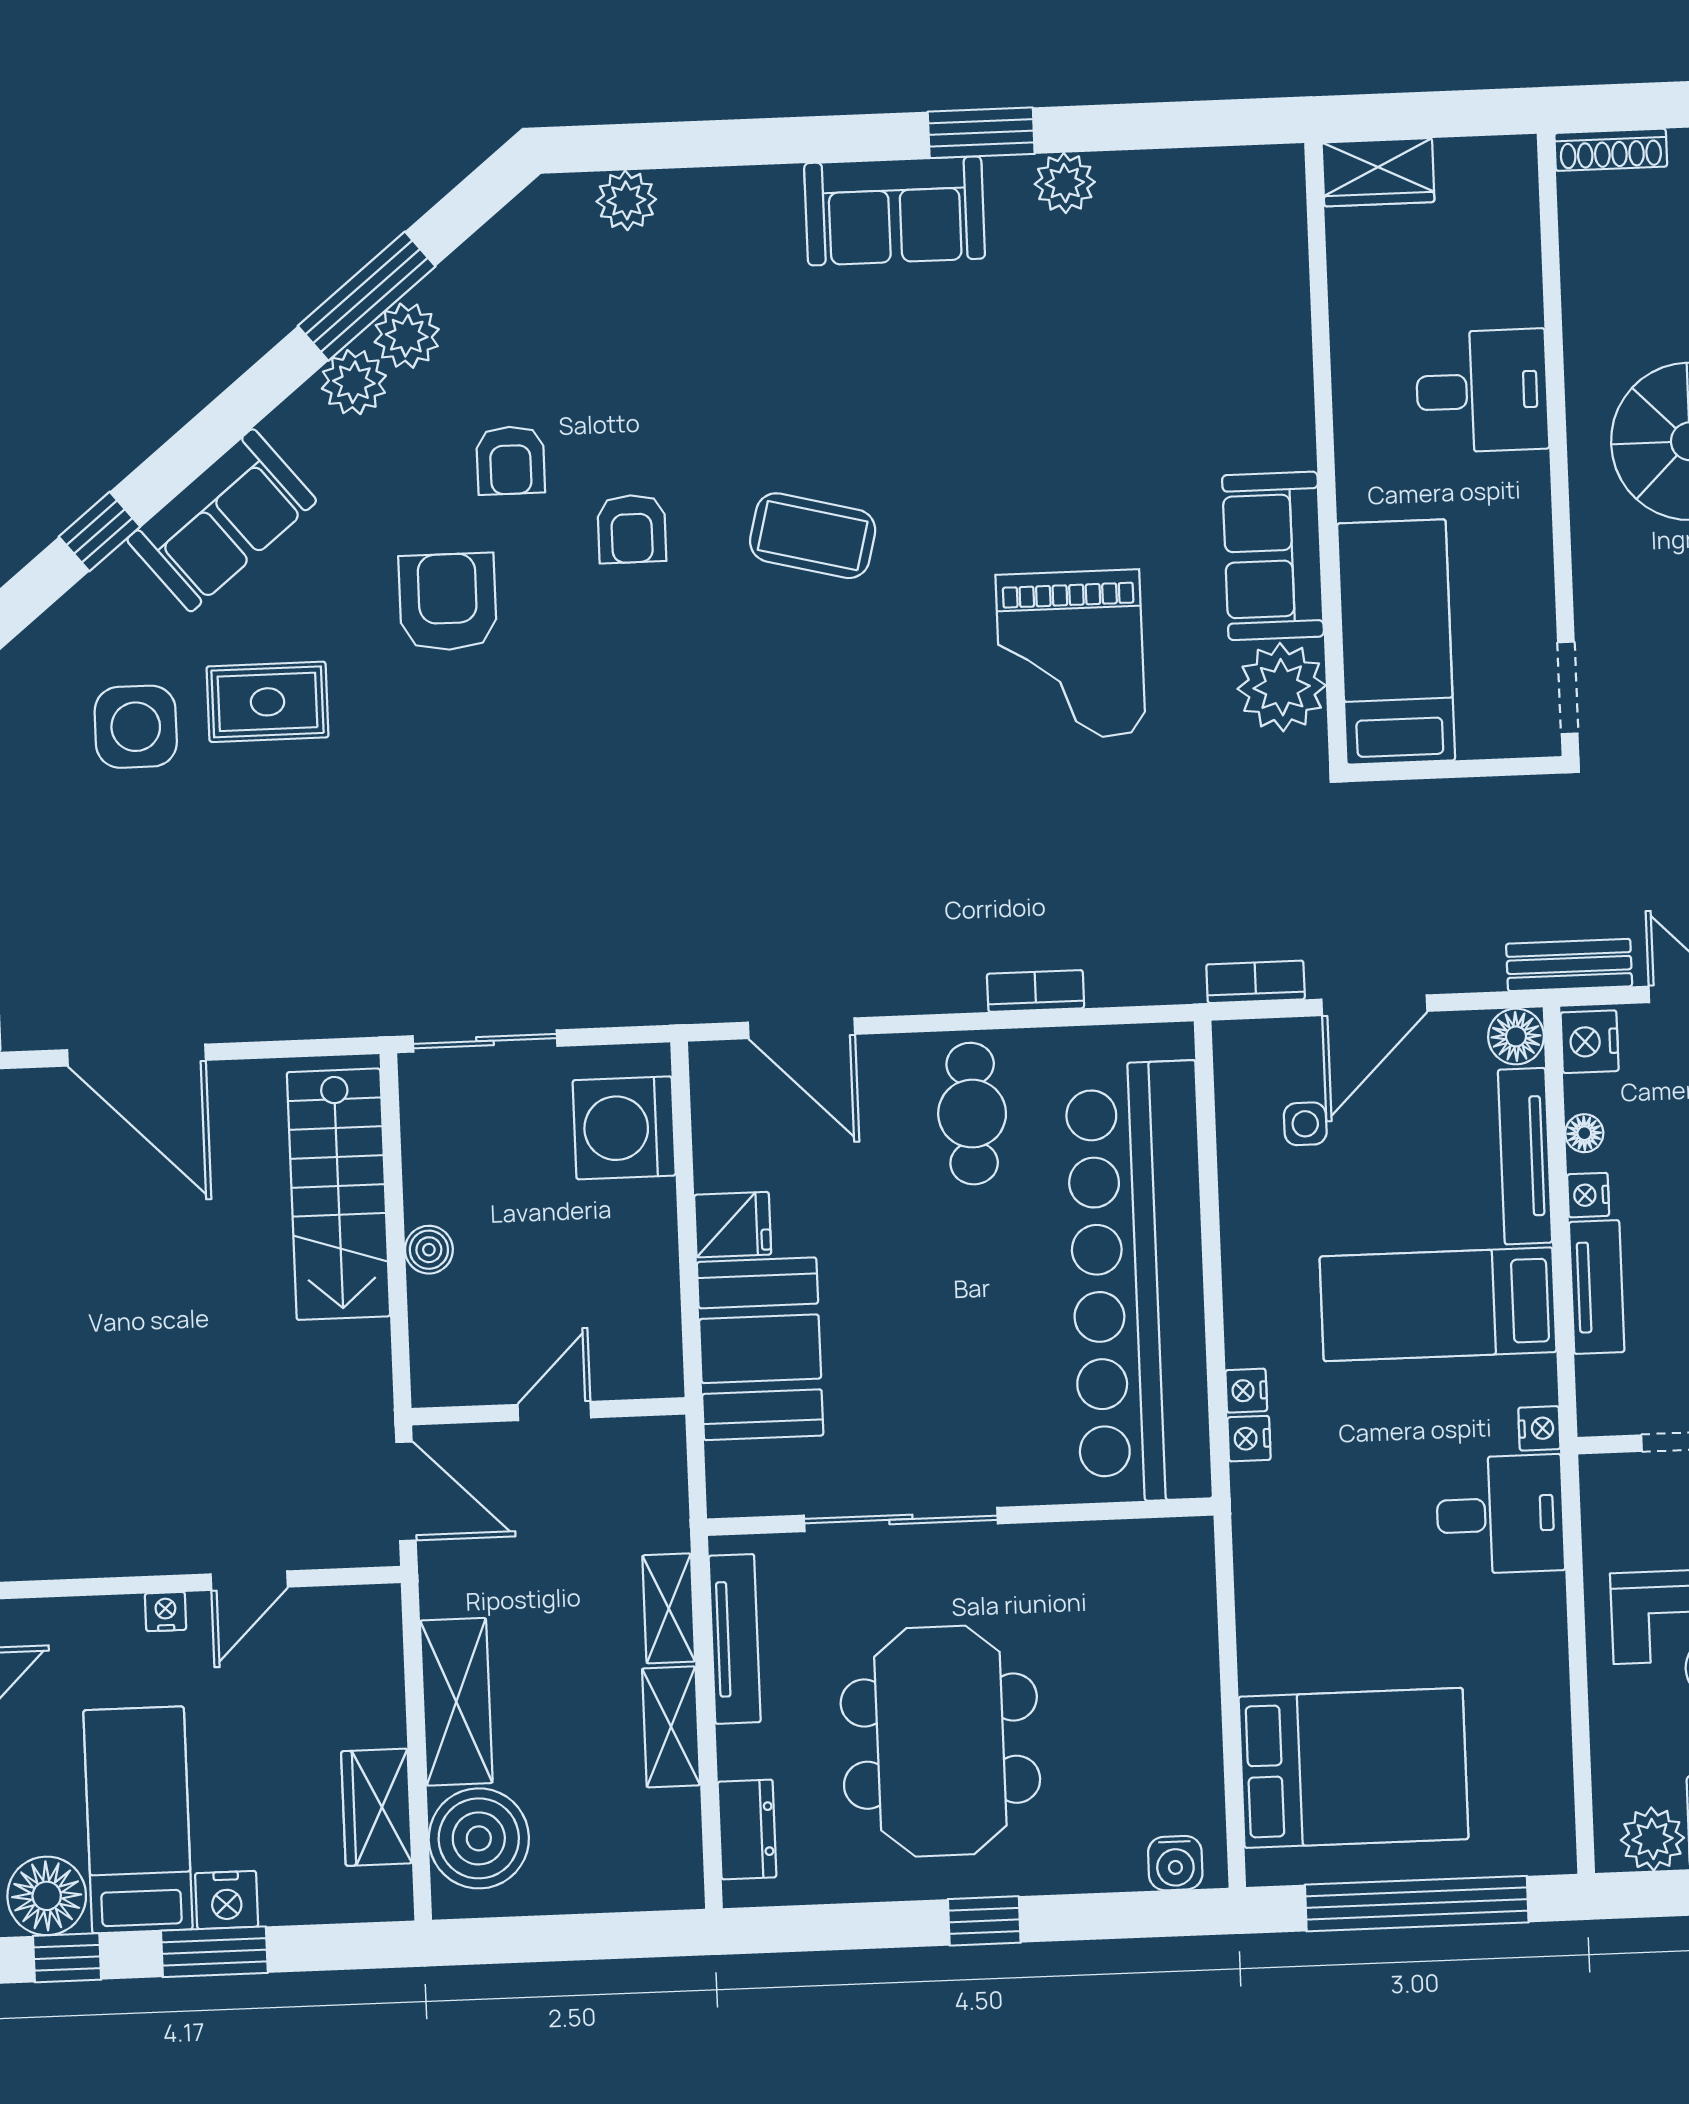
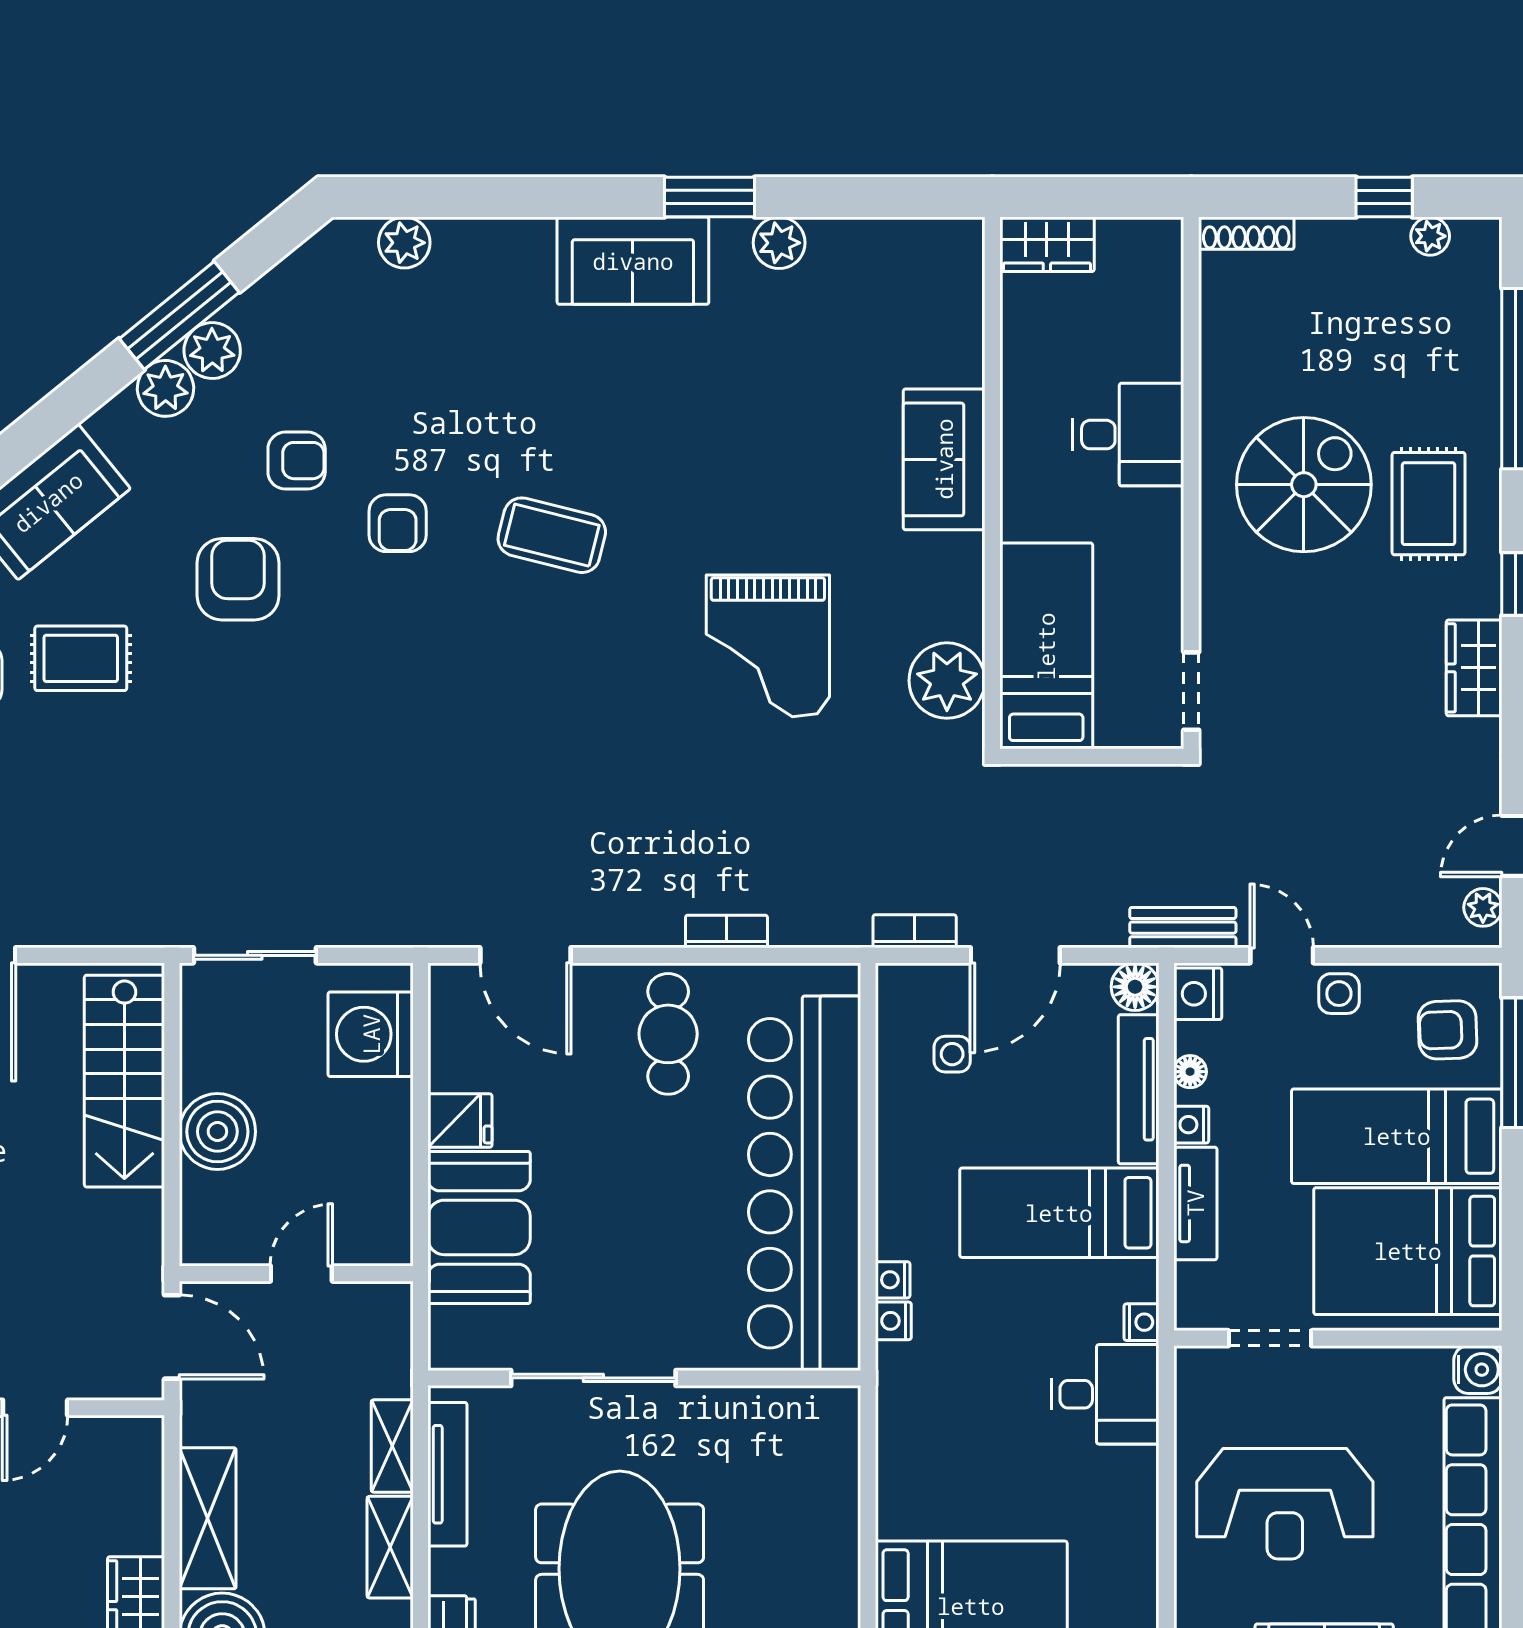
armchair: (511, 460) -> (297, 461), turned -90
sofa: (1273, 556) -> (944, 459), moved
boiler: (429, 1250) -> (217, 1132), width x1.86, depth x1.86

